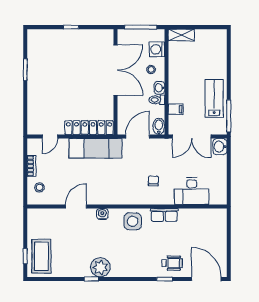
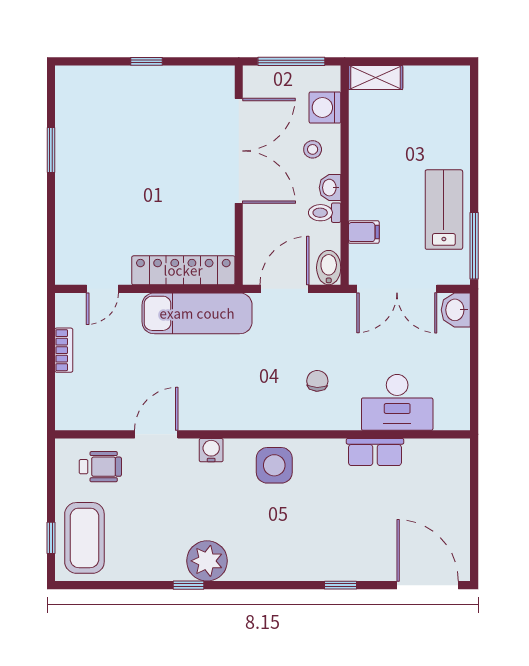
stool: (39, 187) -> (80, 395), removed
row of seats: (164, 215) -> (375, 452), moved
wheelchair: (172, 263) -> (100, 467), moved

